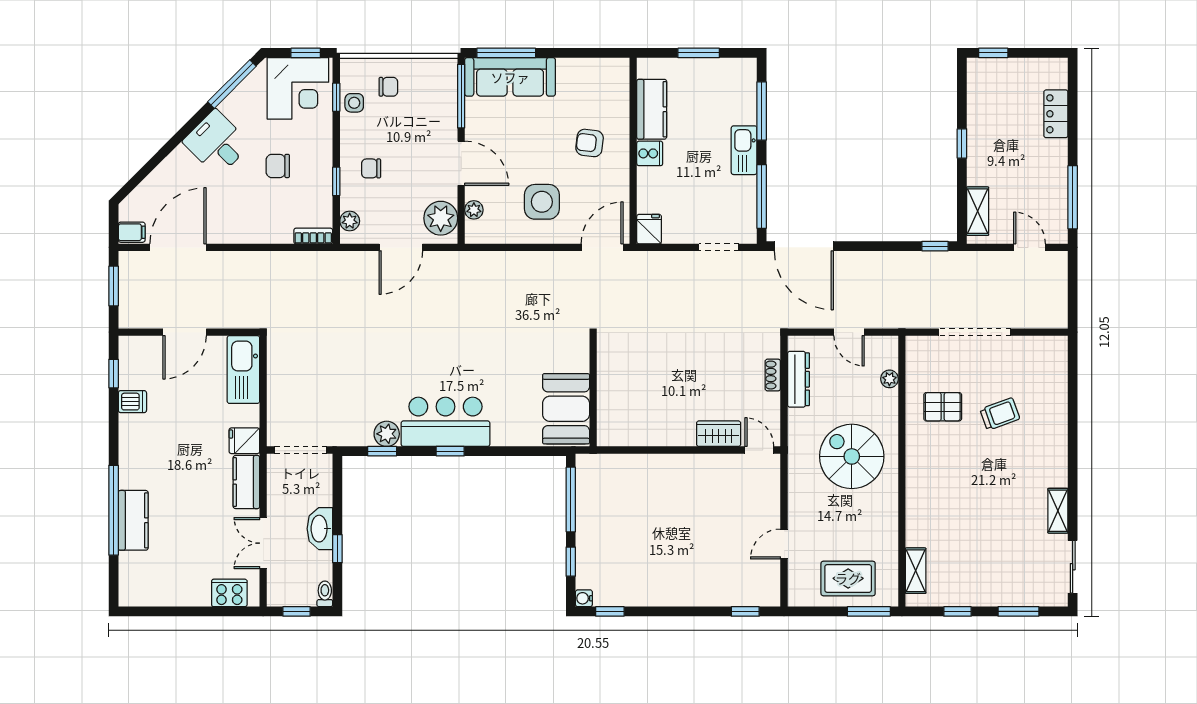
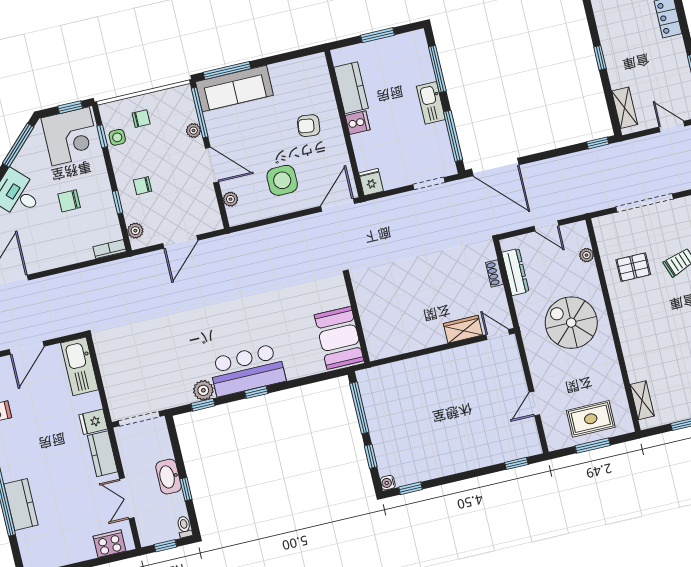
plant: (441, 218) -> (194, 131), moved, width x0.53, depth x0.53
window: (869, 611) -> (593, 446), moved

